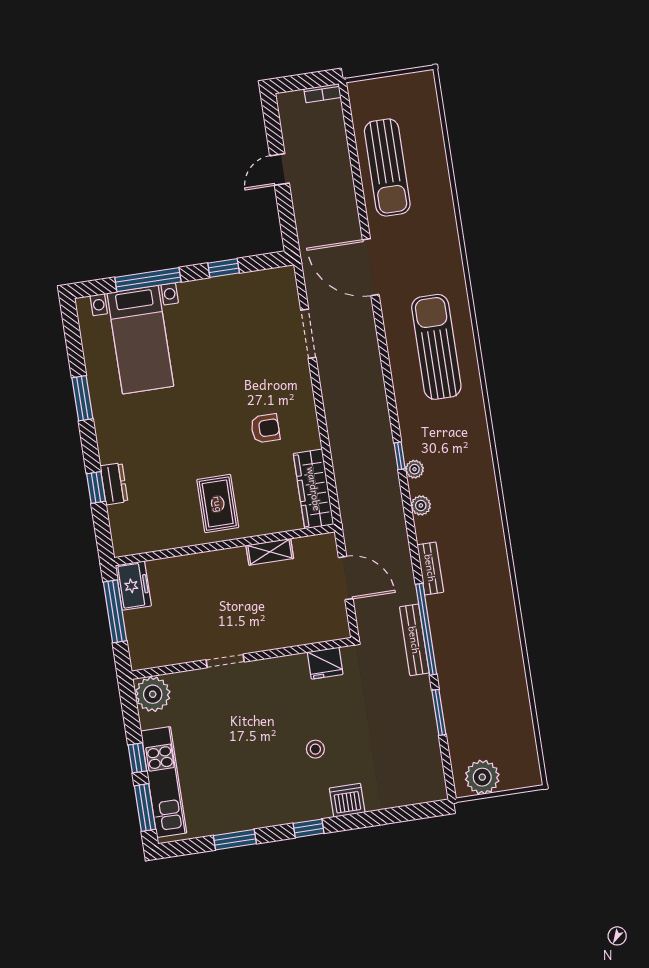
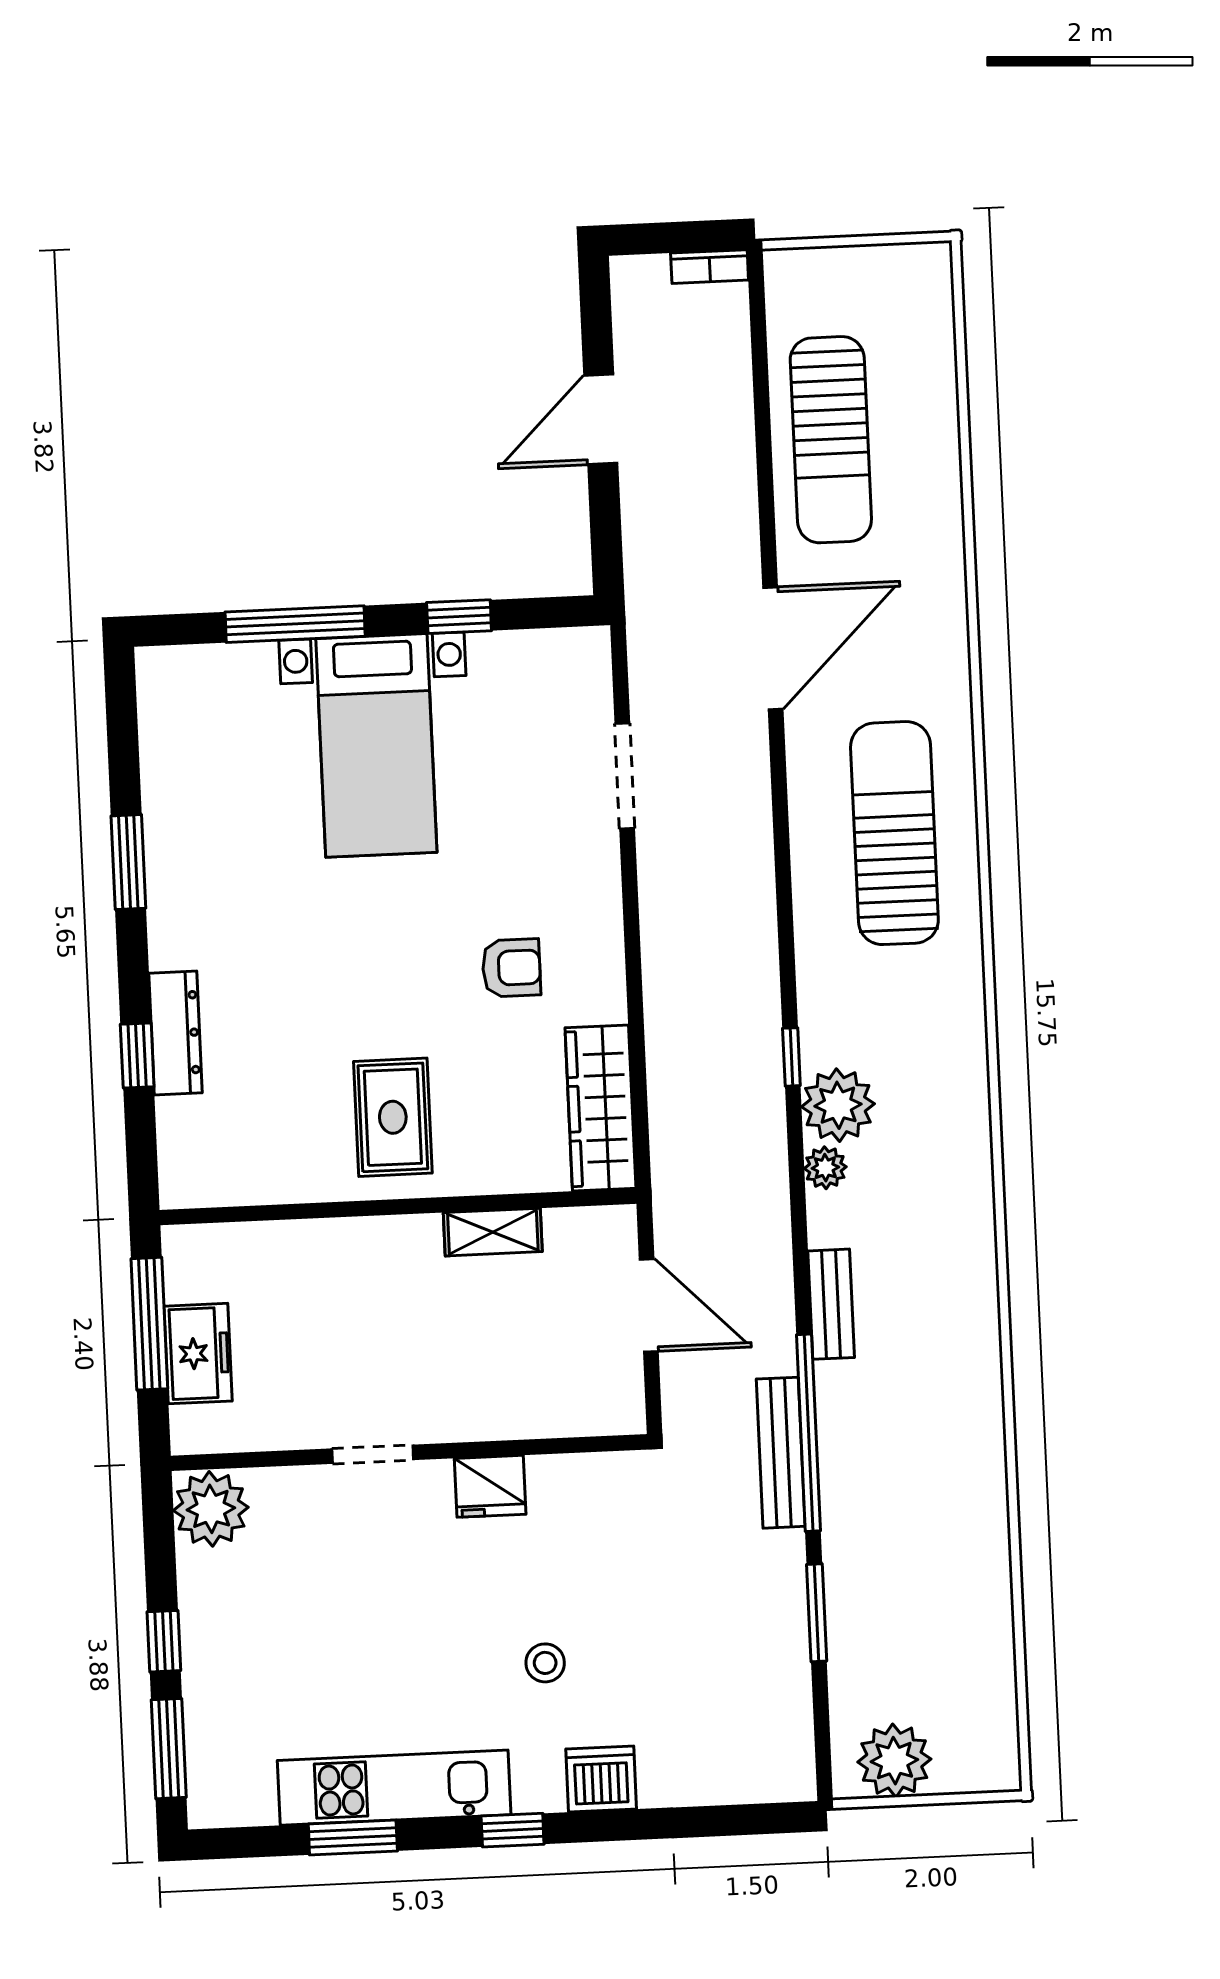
door: (280, 169) -> (601, 419), width x1.38
door: (371, 267) -> (773, 648), swing flipped
bed with nightstands: (140, 340) -> (376, 745), moved
plant: (414, 469) -> (838, 1105), width x1.88, depth x1.88
dresser: (114, 484) -> (175, 1033), width x1.44
freezer: (133, 586) -> (198, 1354), moved
fridge: (325, 663) -> (490, 1486), moved
kitchen unit: (164, 782) -> (394, 1788), moved, turned -90

